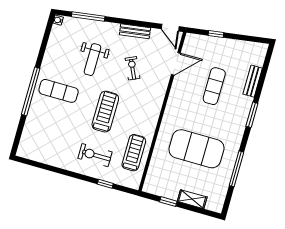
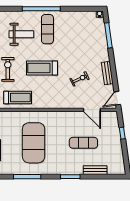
weight bench: (92, 60) -> (21, 34), moved, turned 180
treadmill: (105, 112) -> (42, 68), turned 180

